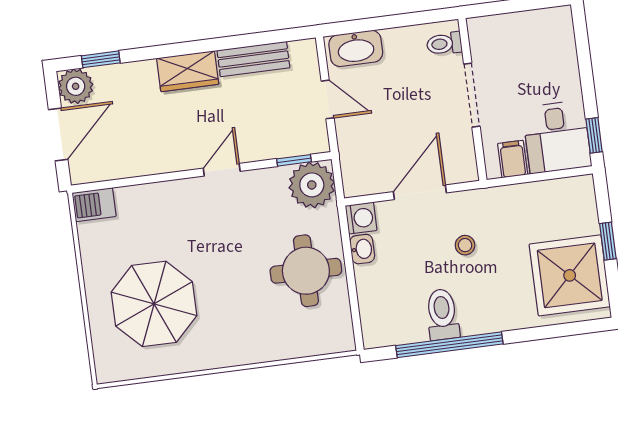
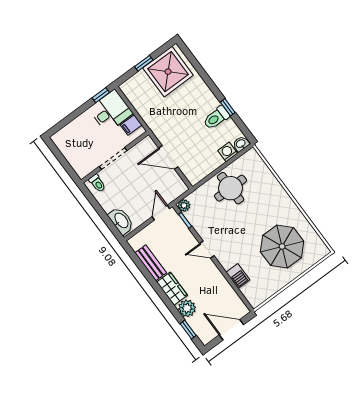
plant: (76, 86) -> (187, 308), moved
door: (328, 99) -> (161, 213), moved
plant: (312, 185) -> (184, 205), width x0.53, depth x0.53
barbecue: (94, 205) -> (238, 276), moved
washing machine: (361, 218) -> (228, 152), moved
stool: (465, 245) -> (180, 125), removed
washbasin: (362, 249) -> (241, 144), moved
window: (449, 345) -> (228, 107), width x0.32

